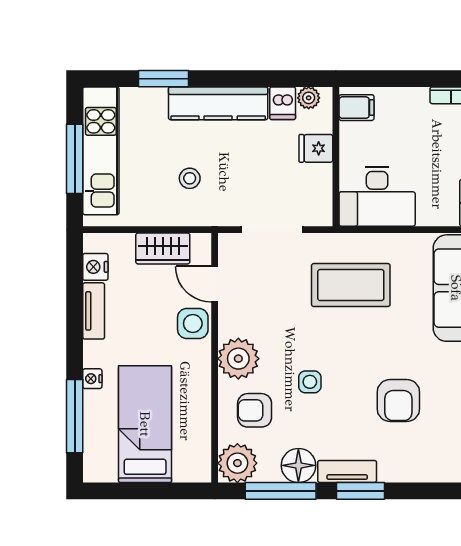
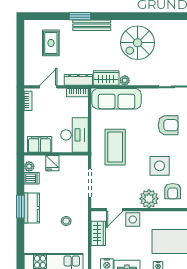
window: (163, 79) -> (20, 207), moved
kitchen counter: (218, 103) -> (32, 208), width x0.67
filing cabinet: (357, 108) -> (40, 144), width x2.00
side table: (310, 382) -> (160, 166), width x1.87, depth x1.87

